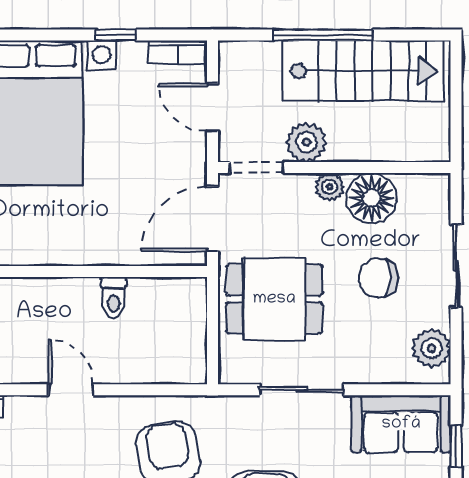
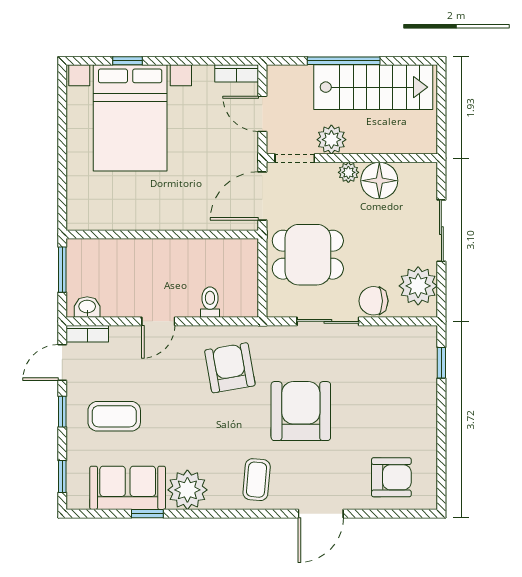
window: (116, 35) -> (128, 61), moved
chair: (378, 278) -> (373, 301), moved
toilet: (114, 298) -> (210, 302), moved, turned 180
plant: (431, 348) -> (418, 286), width x1.36, depth x1.36
door: (71, 390) -> (158, 321), swing flipped
sofa: (401, 424) -> (401, 347), removed

